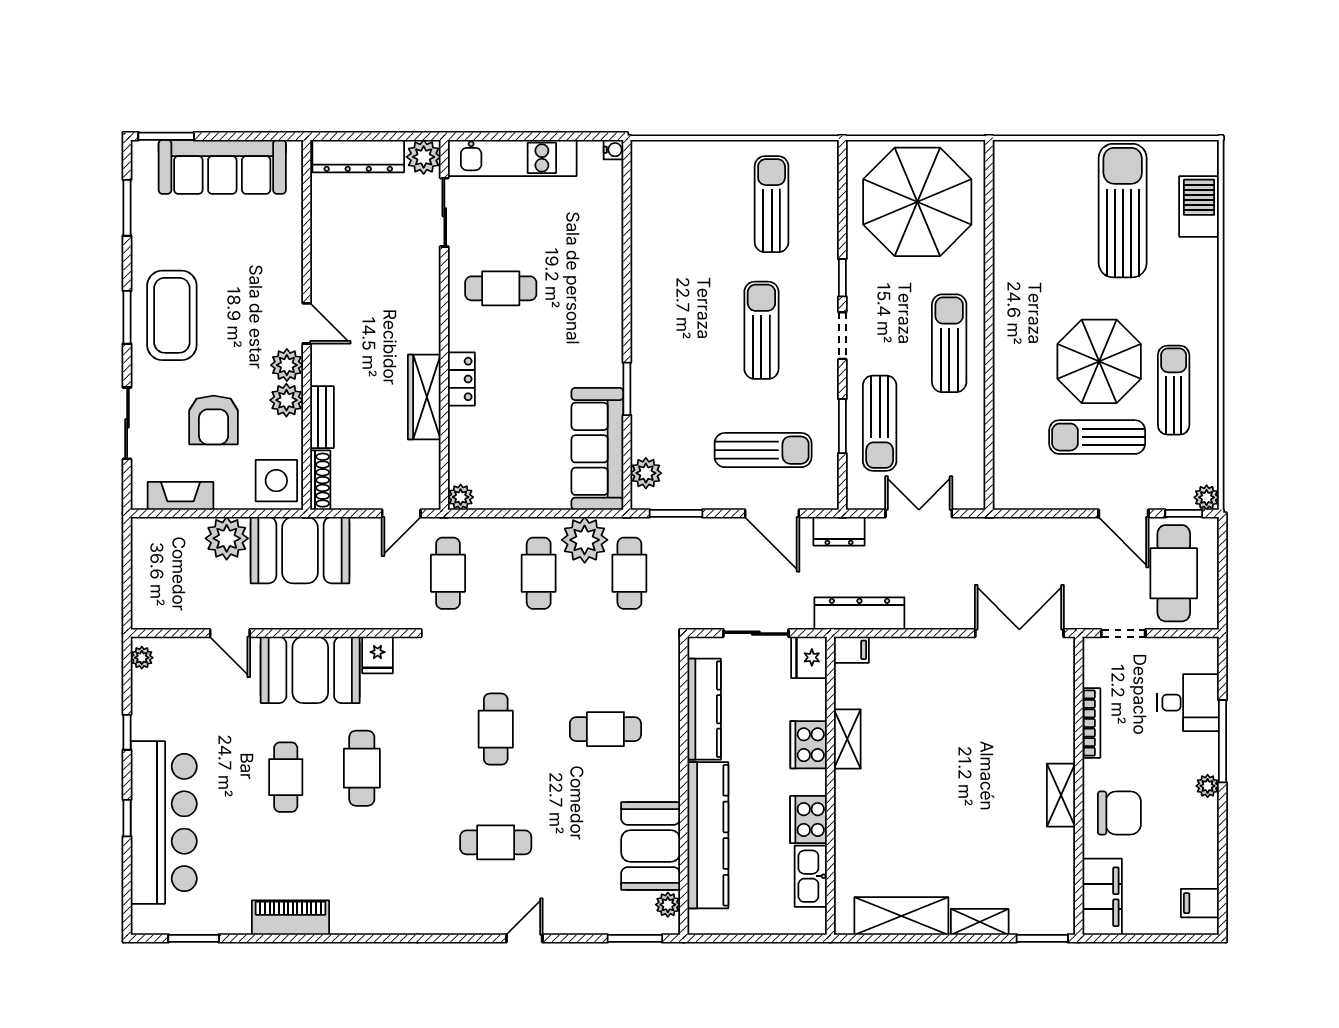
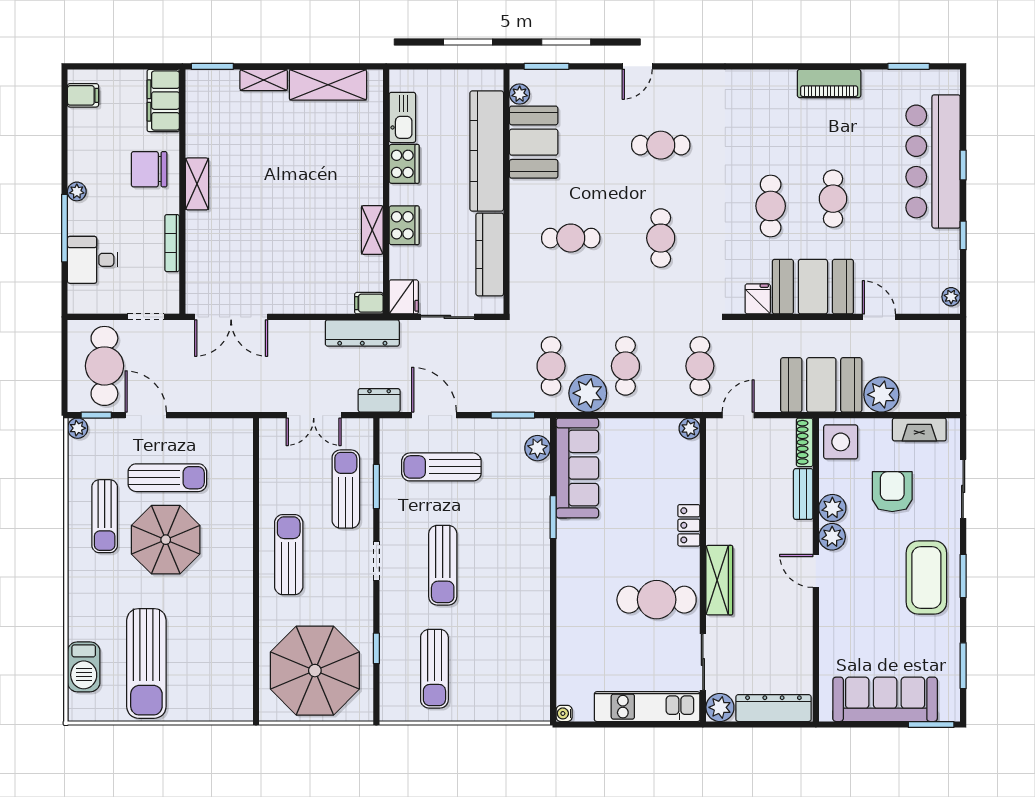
window: (842, 278) -> (376, 648), moved
cafe table: (501, 288) -> (657, 600), width x1.37, depth x1.35
sun lounger: (949, 343) -> (289, 555), turned 180
wardrobe: (424, 397) -> (719, 580), moved

